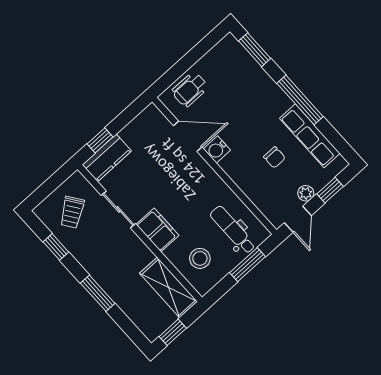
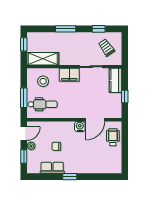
window: (255, 50) -> (105, 177), removed
window: (300, 100) -> (70, 177), width x0.46
row of seats: (310, 136) -> (52, 168), width x0.68
window: (100, 140) -> (125, 96), moved
door: (298, 219) -> (24, 134), swing flipped

